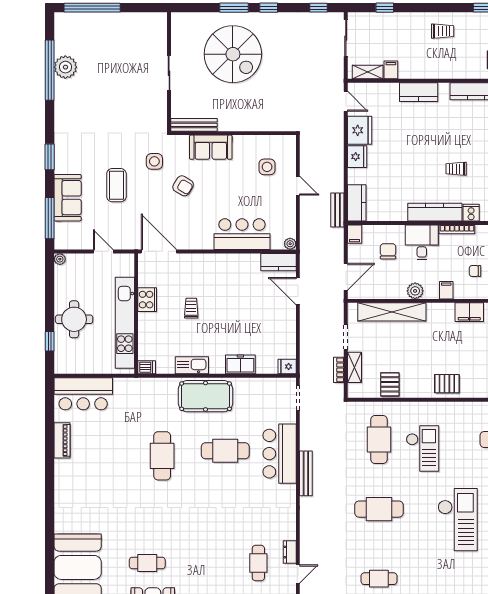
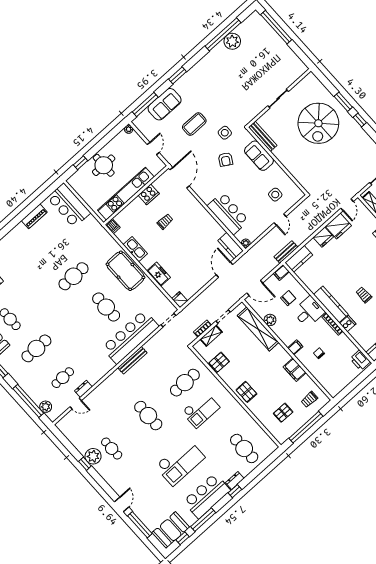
plant: (415, 291) -> (270, 320), moved
bar counter: (280, 454) -> (130, 337), width x1.36
cafe table: (203, 563) -> (36, 348), added

